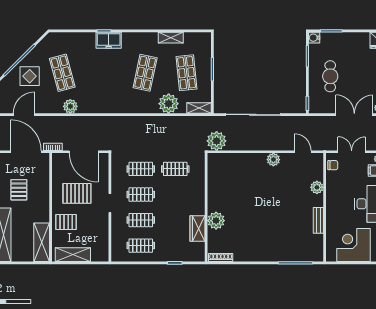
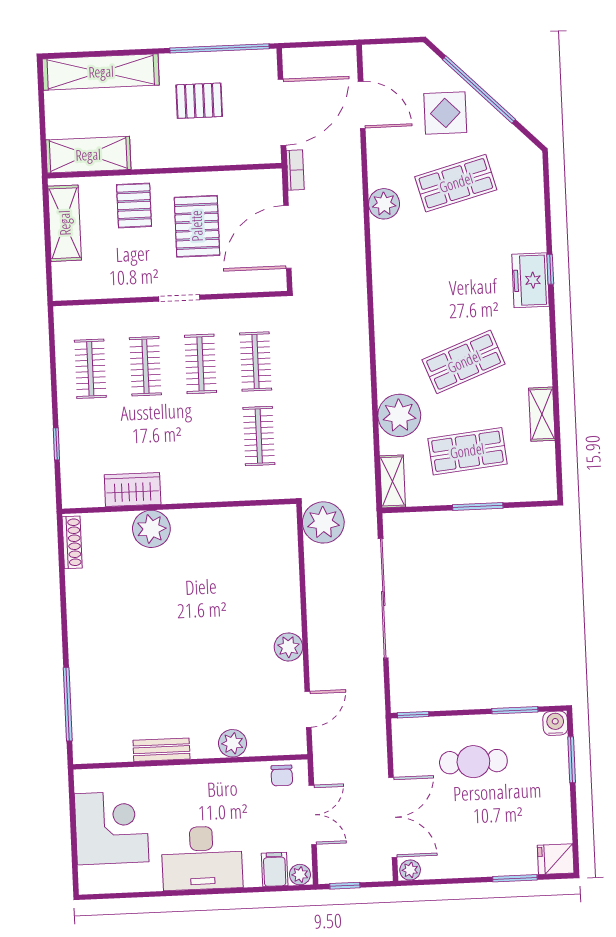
shop shelf: (145, 73) -> (464, 362), turned -33

